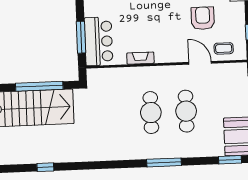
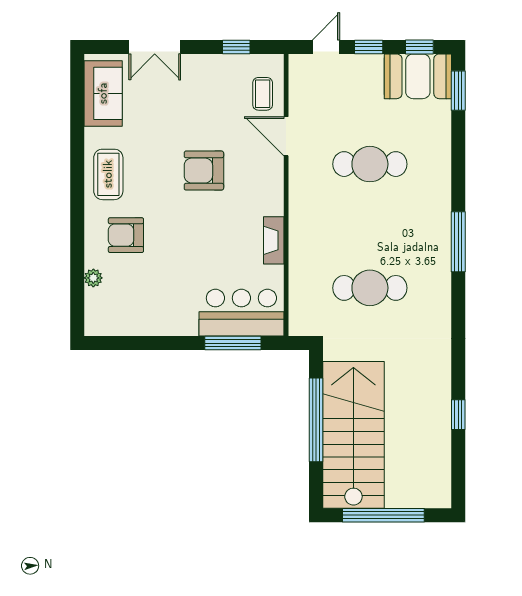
armchair: (203, 18) -> (204, 171), moved
door: (200, 63) -> (286, 136), hinge flipped
cafe table: (151, 113) -> (370, 288), moved
window: (164, 162) -> (458, 242), moved

